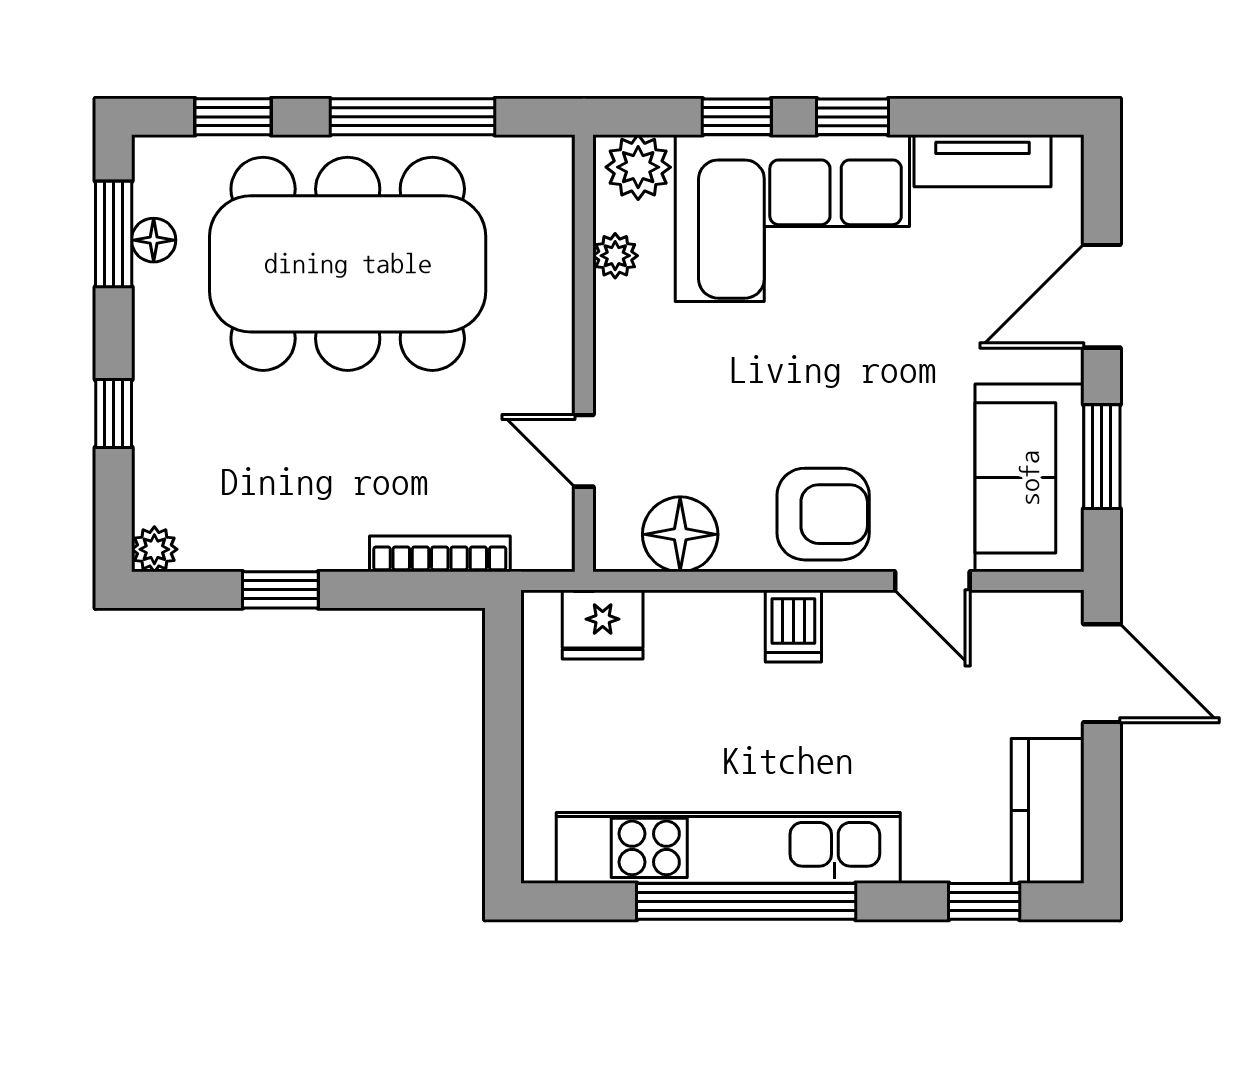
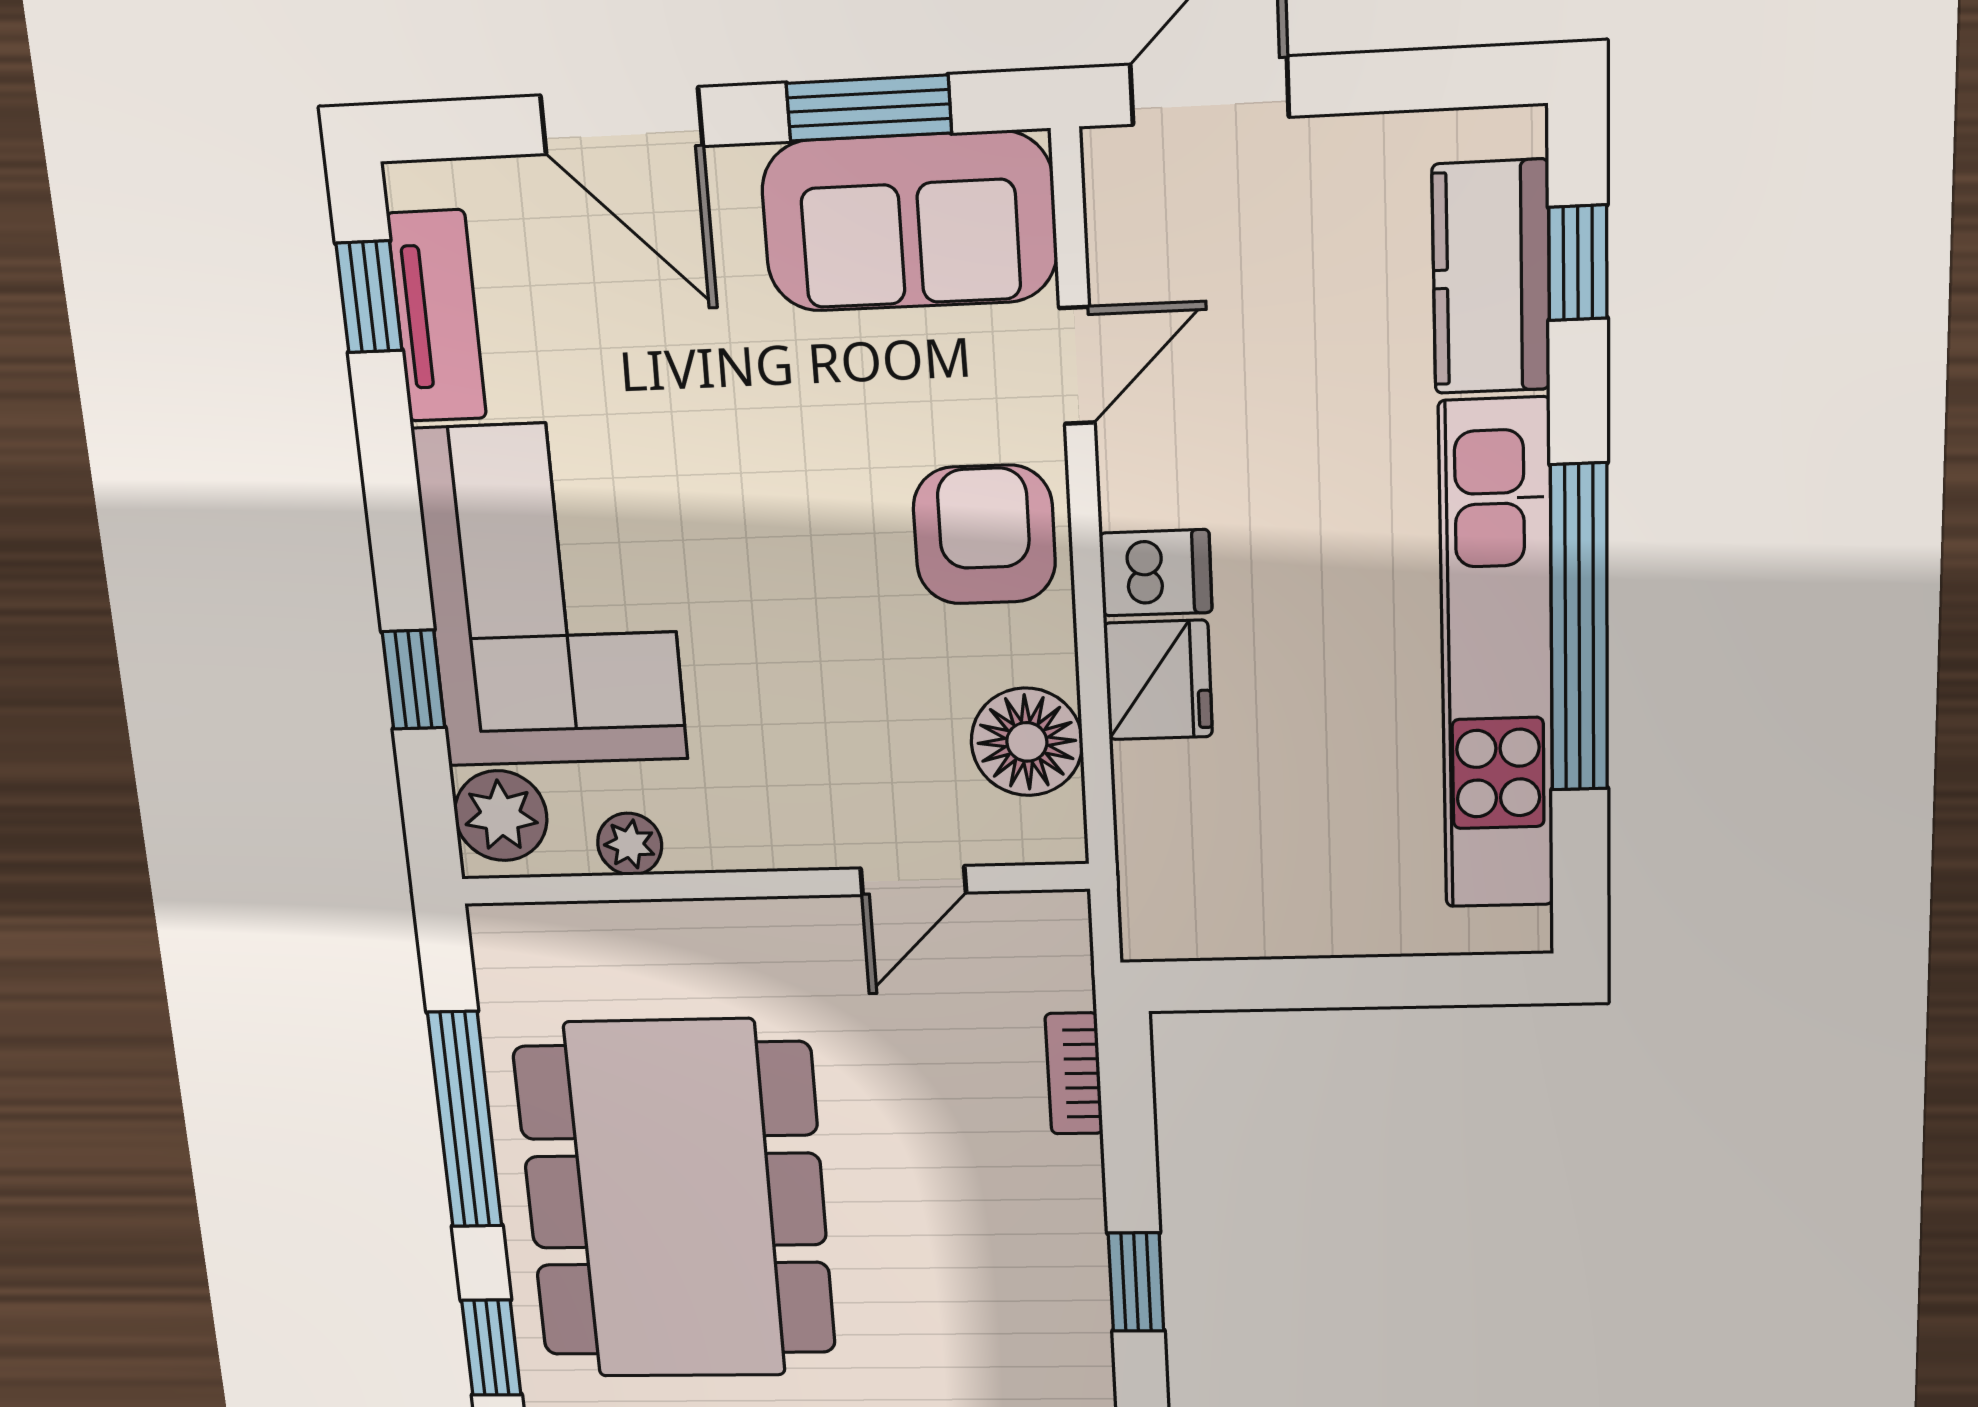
window: (852, 117) -> (369, 297), moved
bookcase: (440, 554) -> (1074, 1074), width x0.64
fridge: (603, 625) -> (1158, 680), moved
kitchen counter: (1048, 811) -> (1491, 277), moved, turned 90

